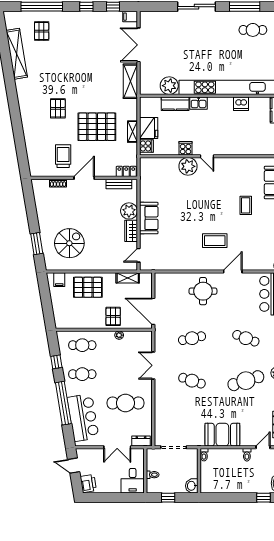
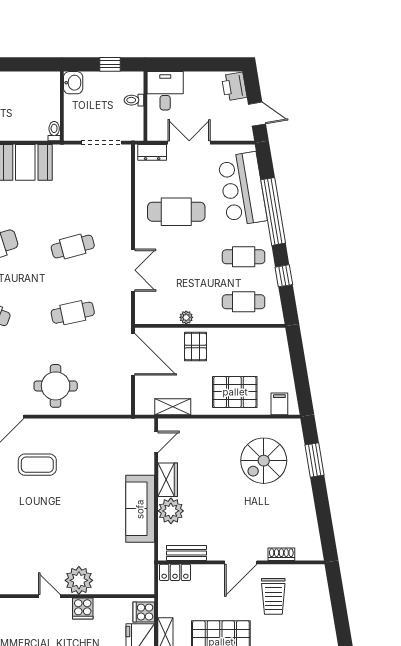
sofa: (149, 218) -> (140, 509), width x1.36
cafe table: (192, 381) -> (73, 247), turned -33

